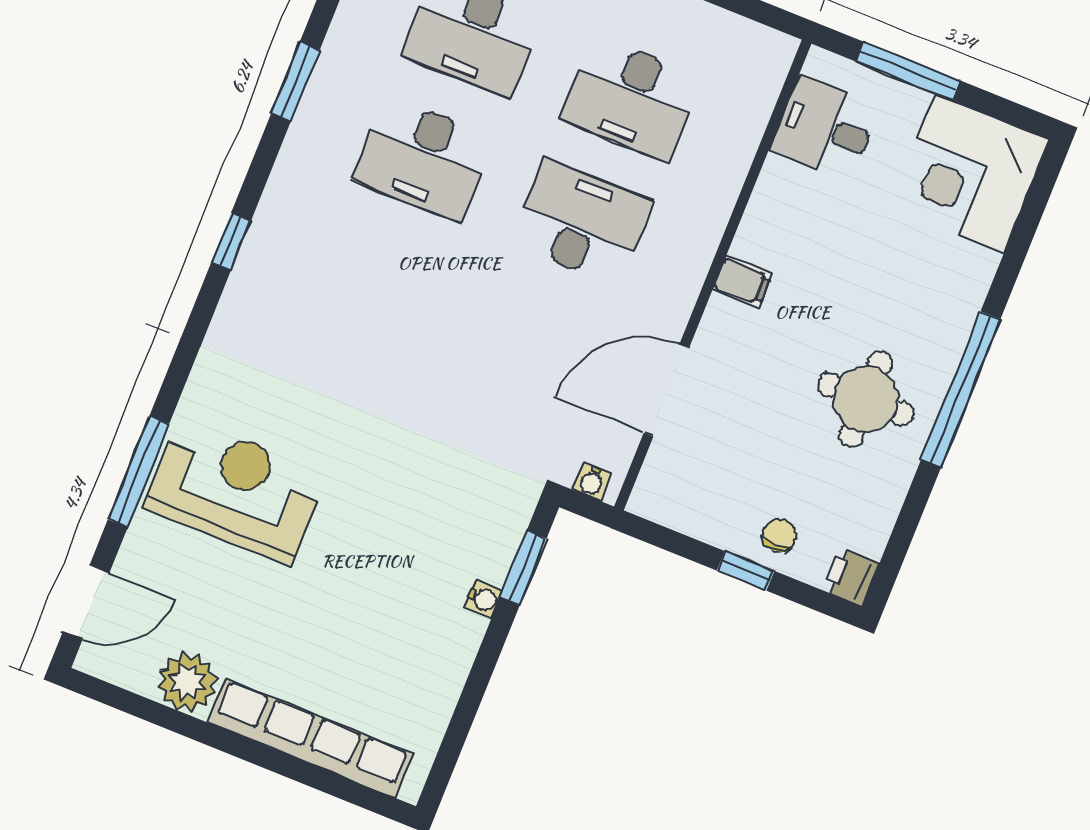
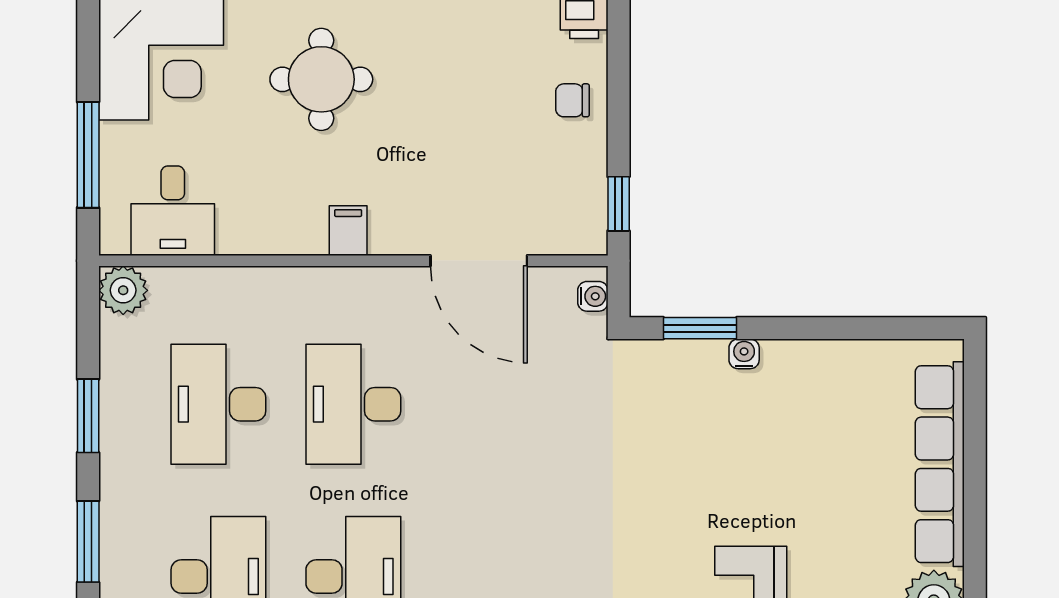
plant: (771, 53) -> (123, 290), added
desk: (631, 98) -> (218, 404), turned 180
round table: (866, 399) -> (321, 79), moved
window: (746, 571) -> (619, 204), moved

